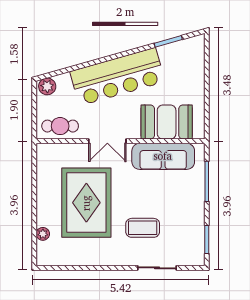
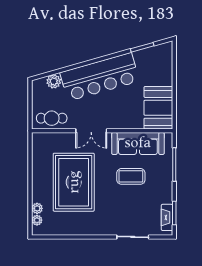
plant: (47, 86) -> (54, 81), moved
booth: (167, 122) -> (158, 108), moved, turned 90
coffee table: (143, 228) -> (131, 176), moved
fireplace: (198, 245) -> (167, 217), added
plant: (42, 248) -> (37, 220), added

